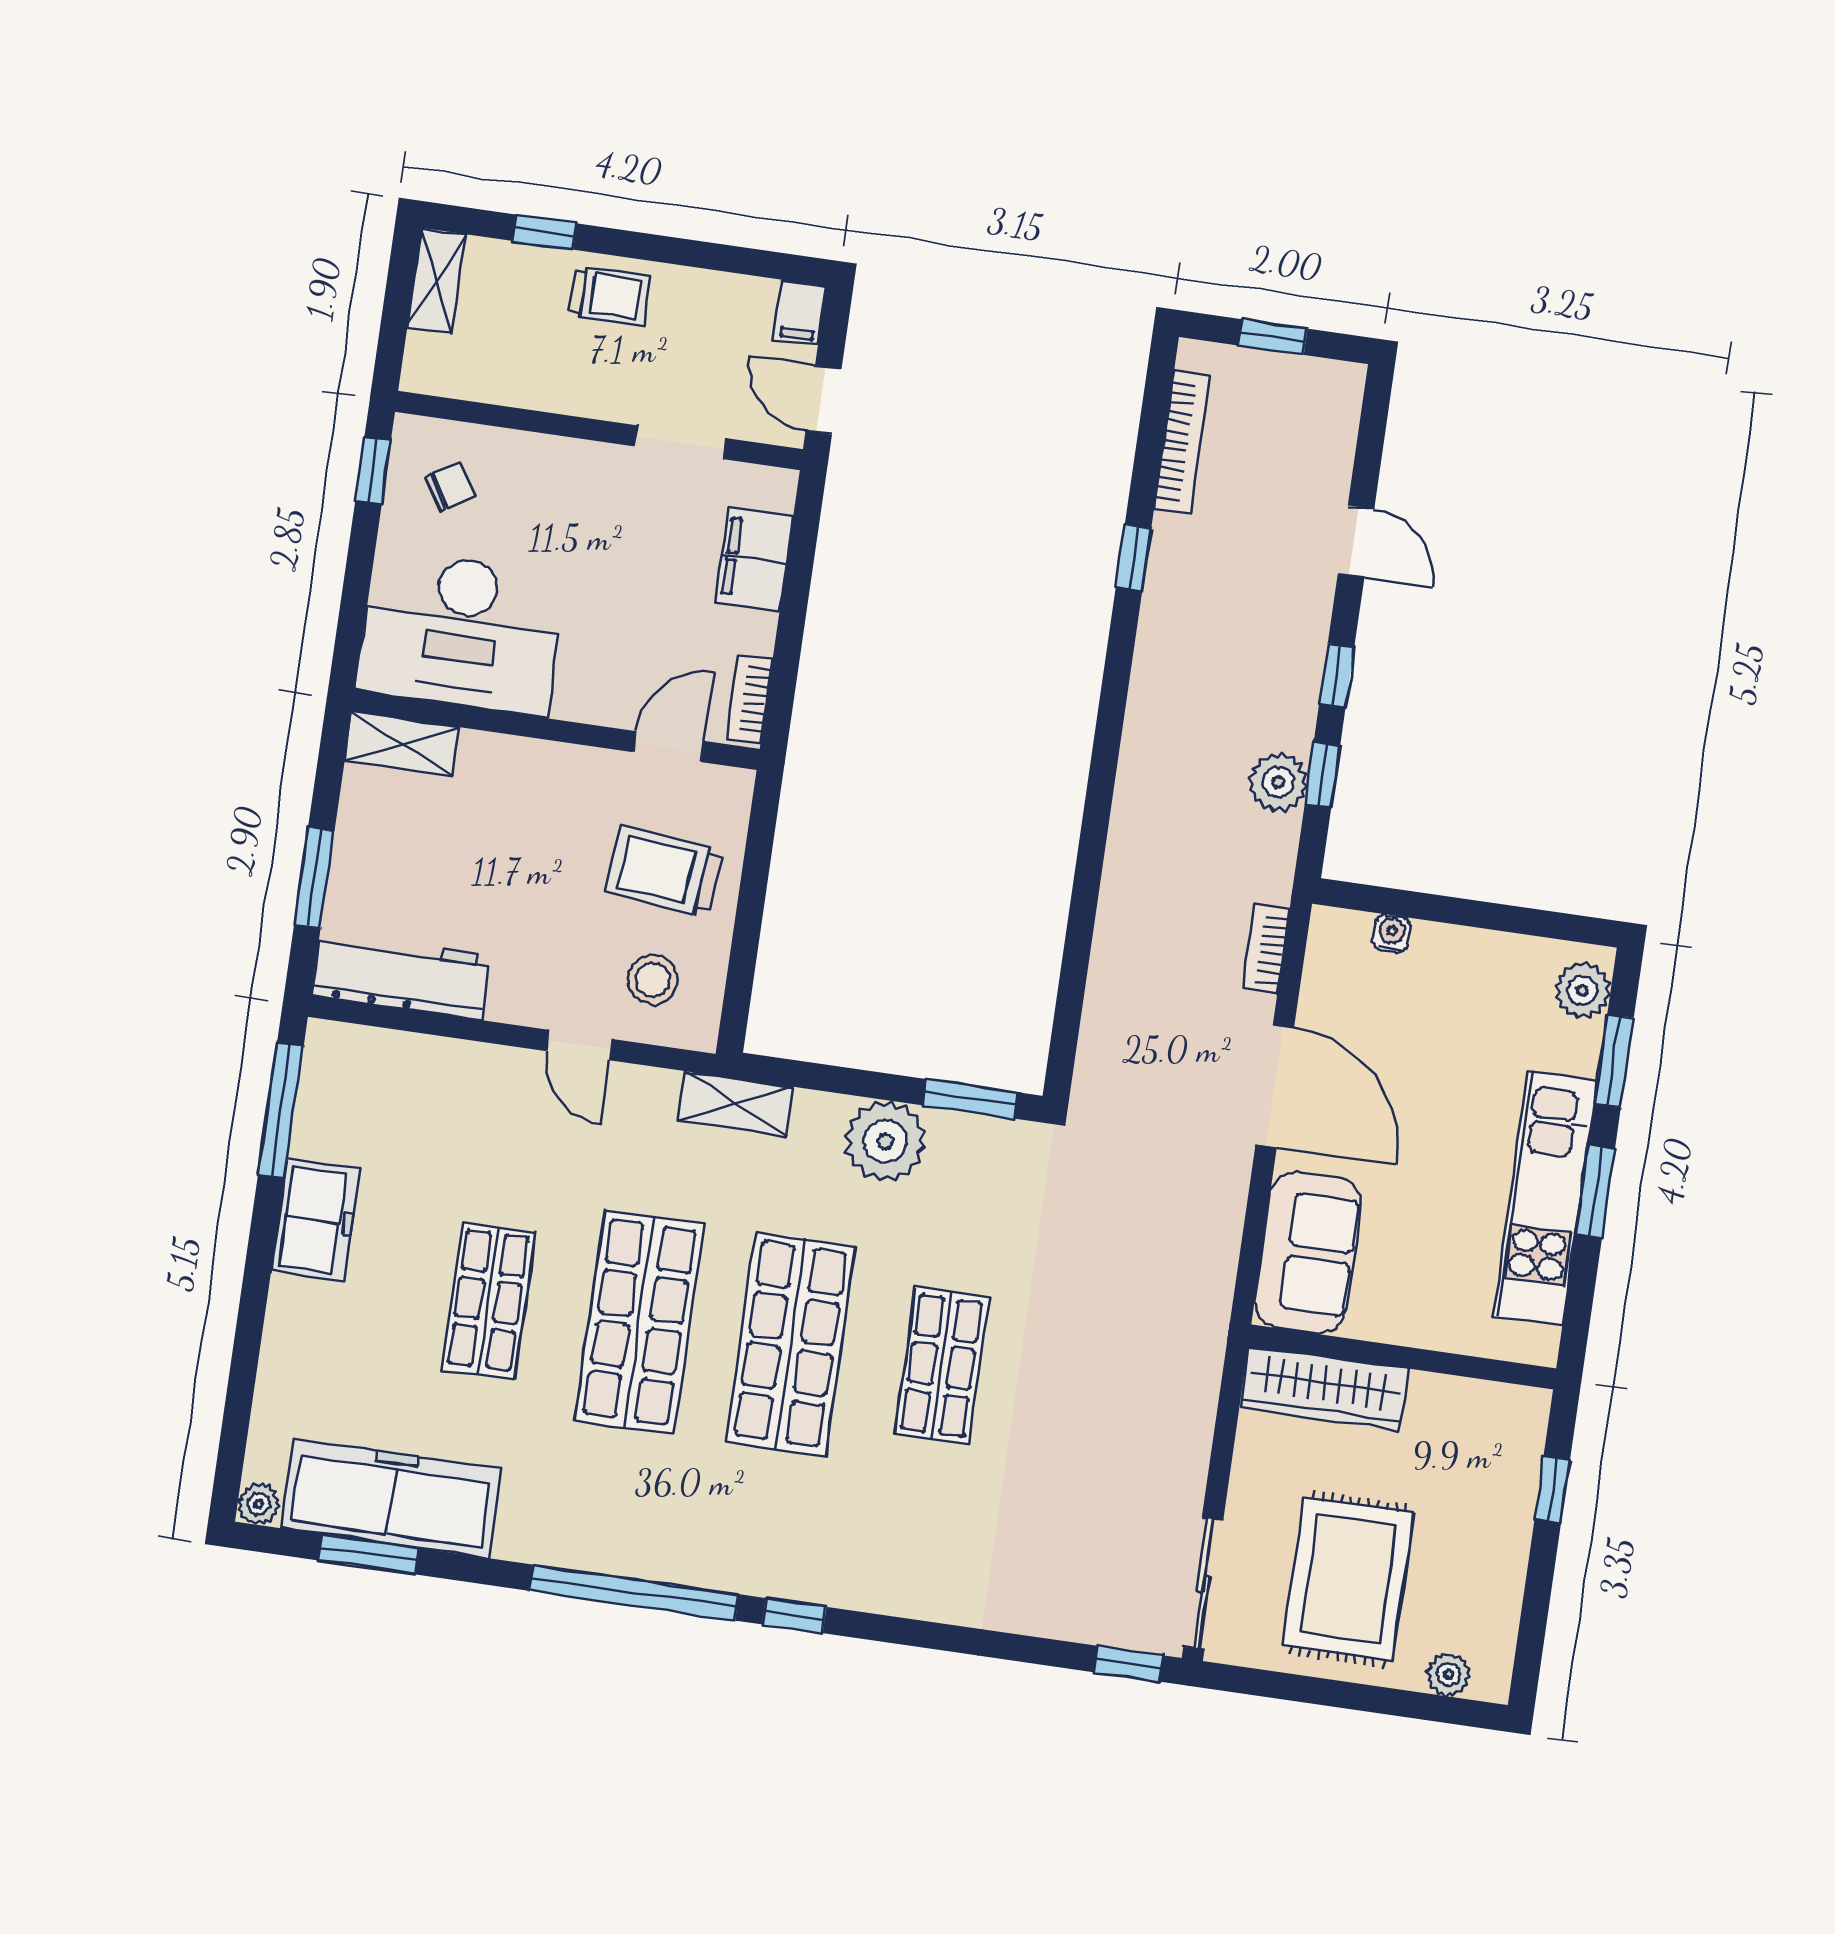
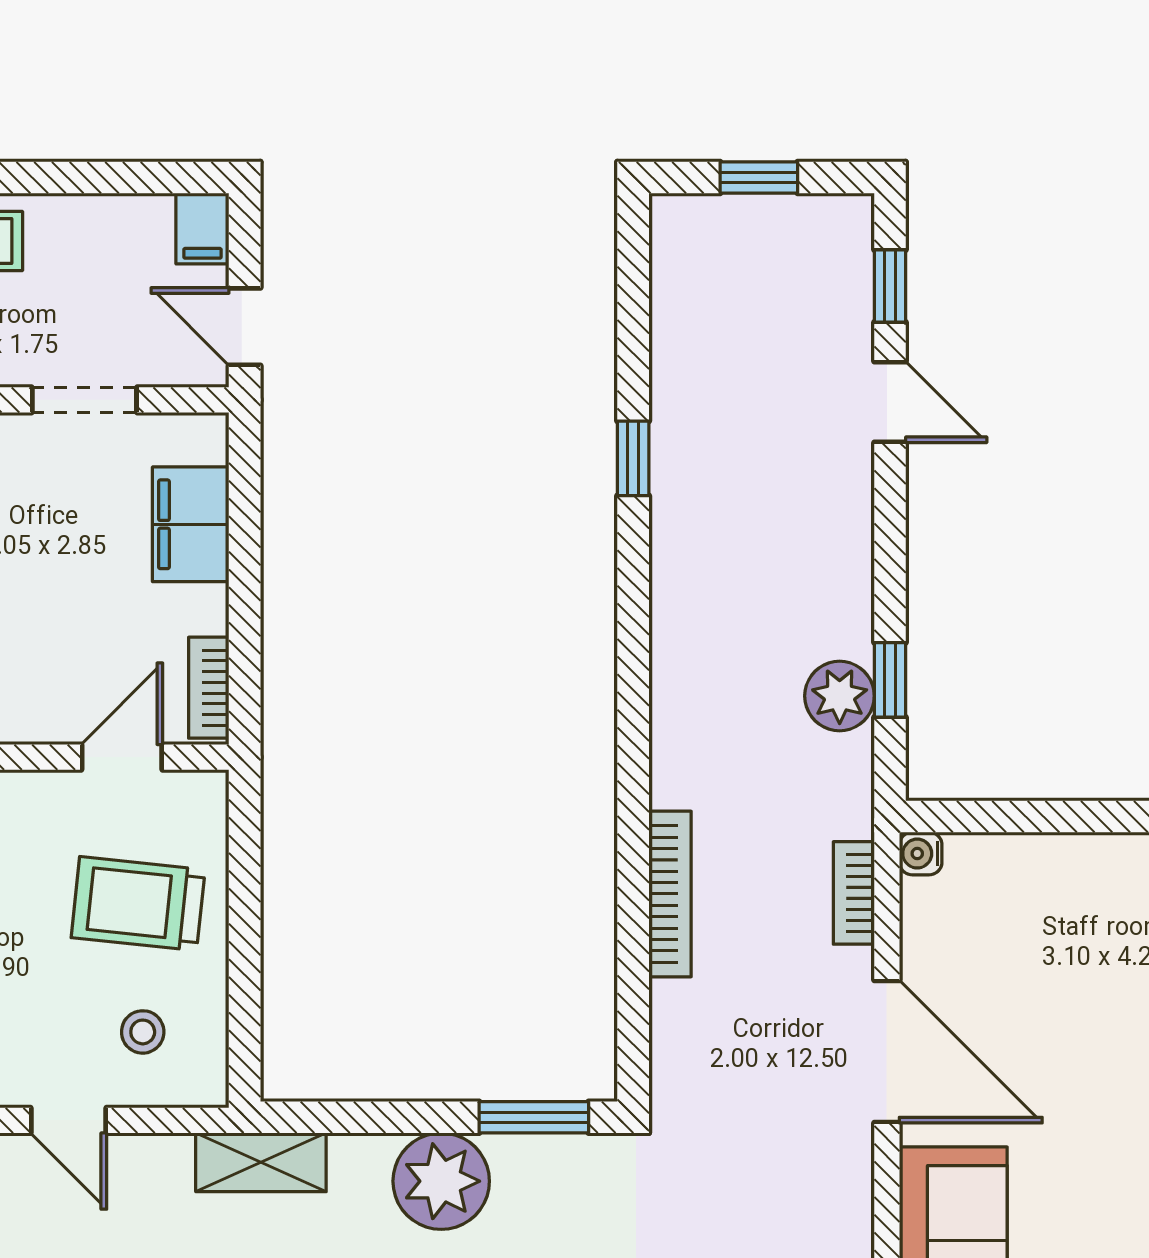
bookcase: (1182, 442) -> (670, 894), moved
window: (1337, 676) -> (890, 286), moved
water cooler: (1392, 933) -> (921, 854), moved, turned -90
stool: (653, 980) -> (143, 1032), width x0.73, depth x0.73

